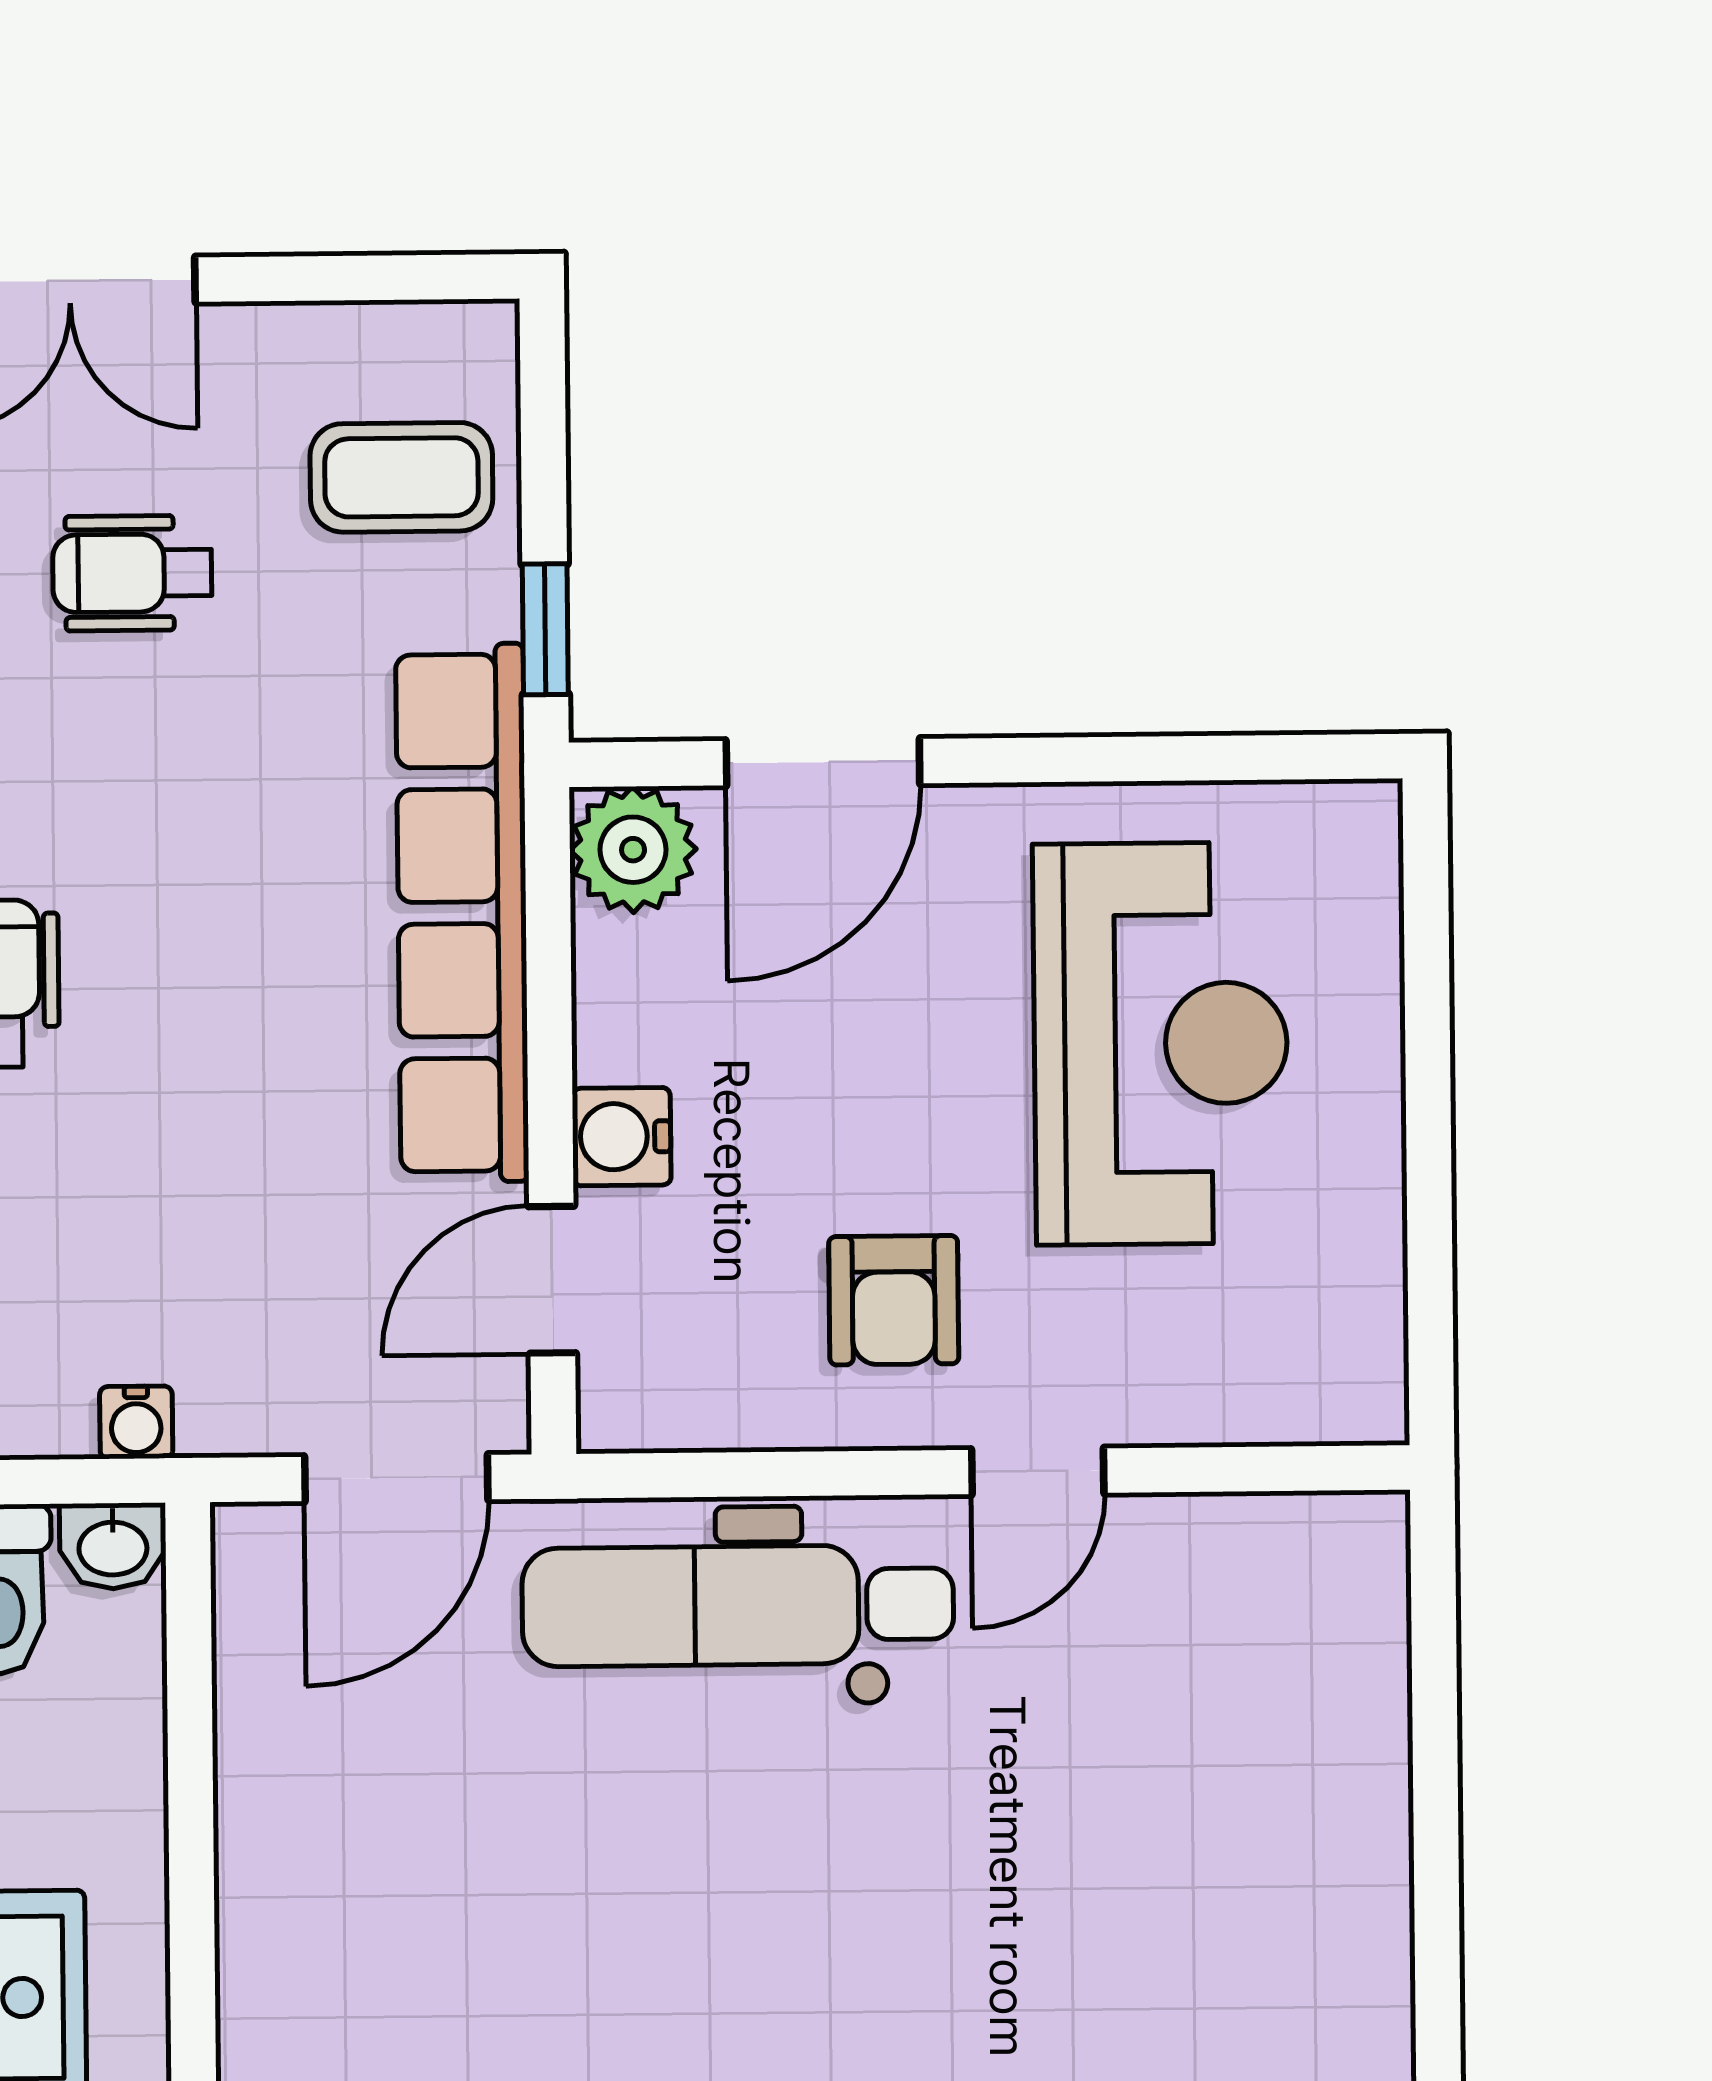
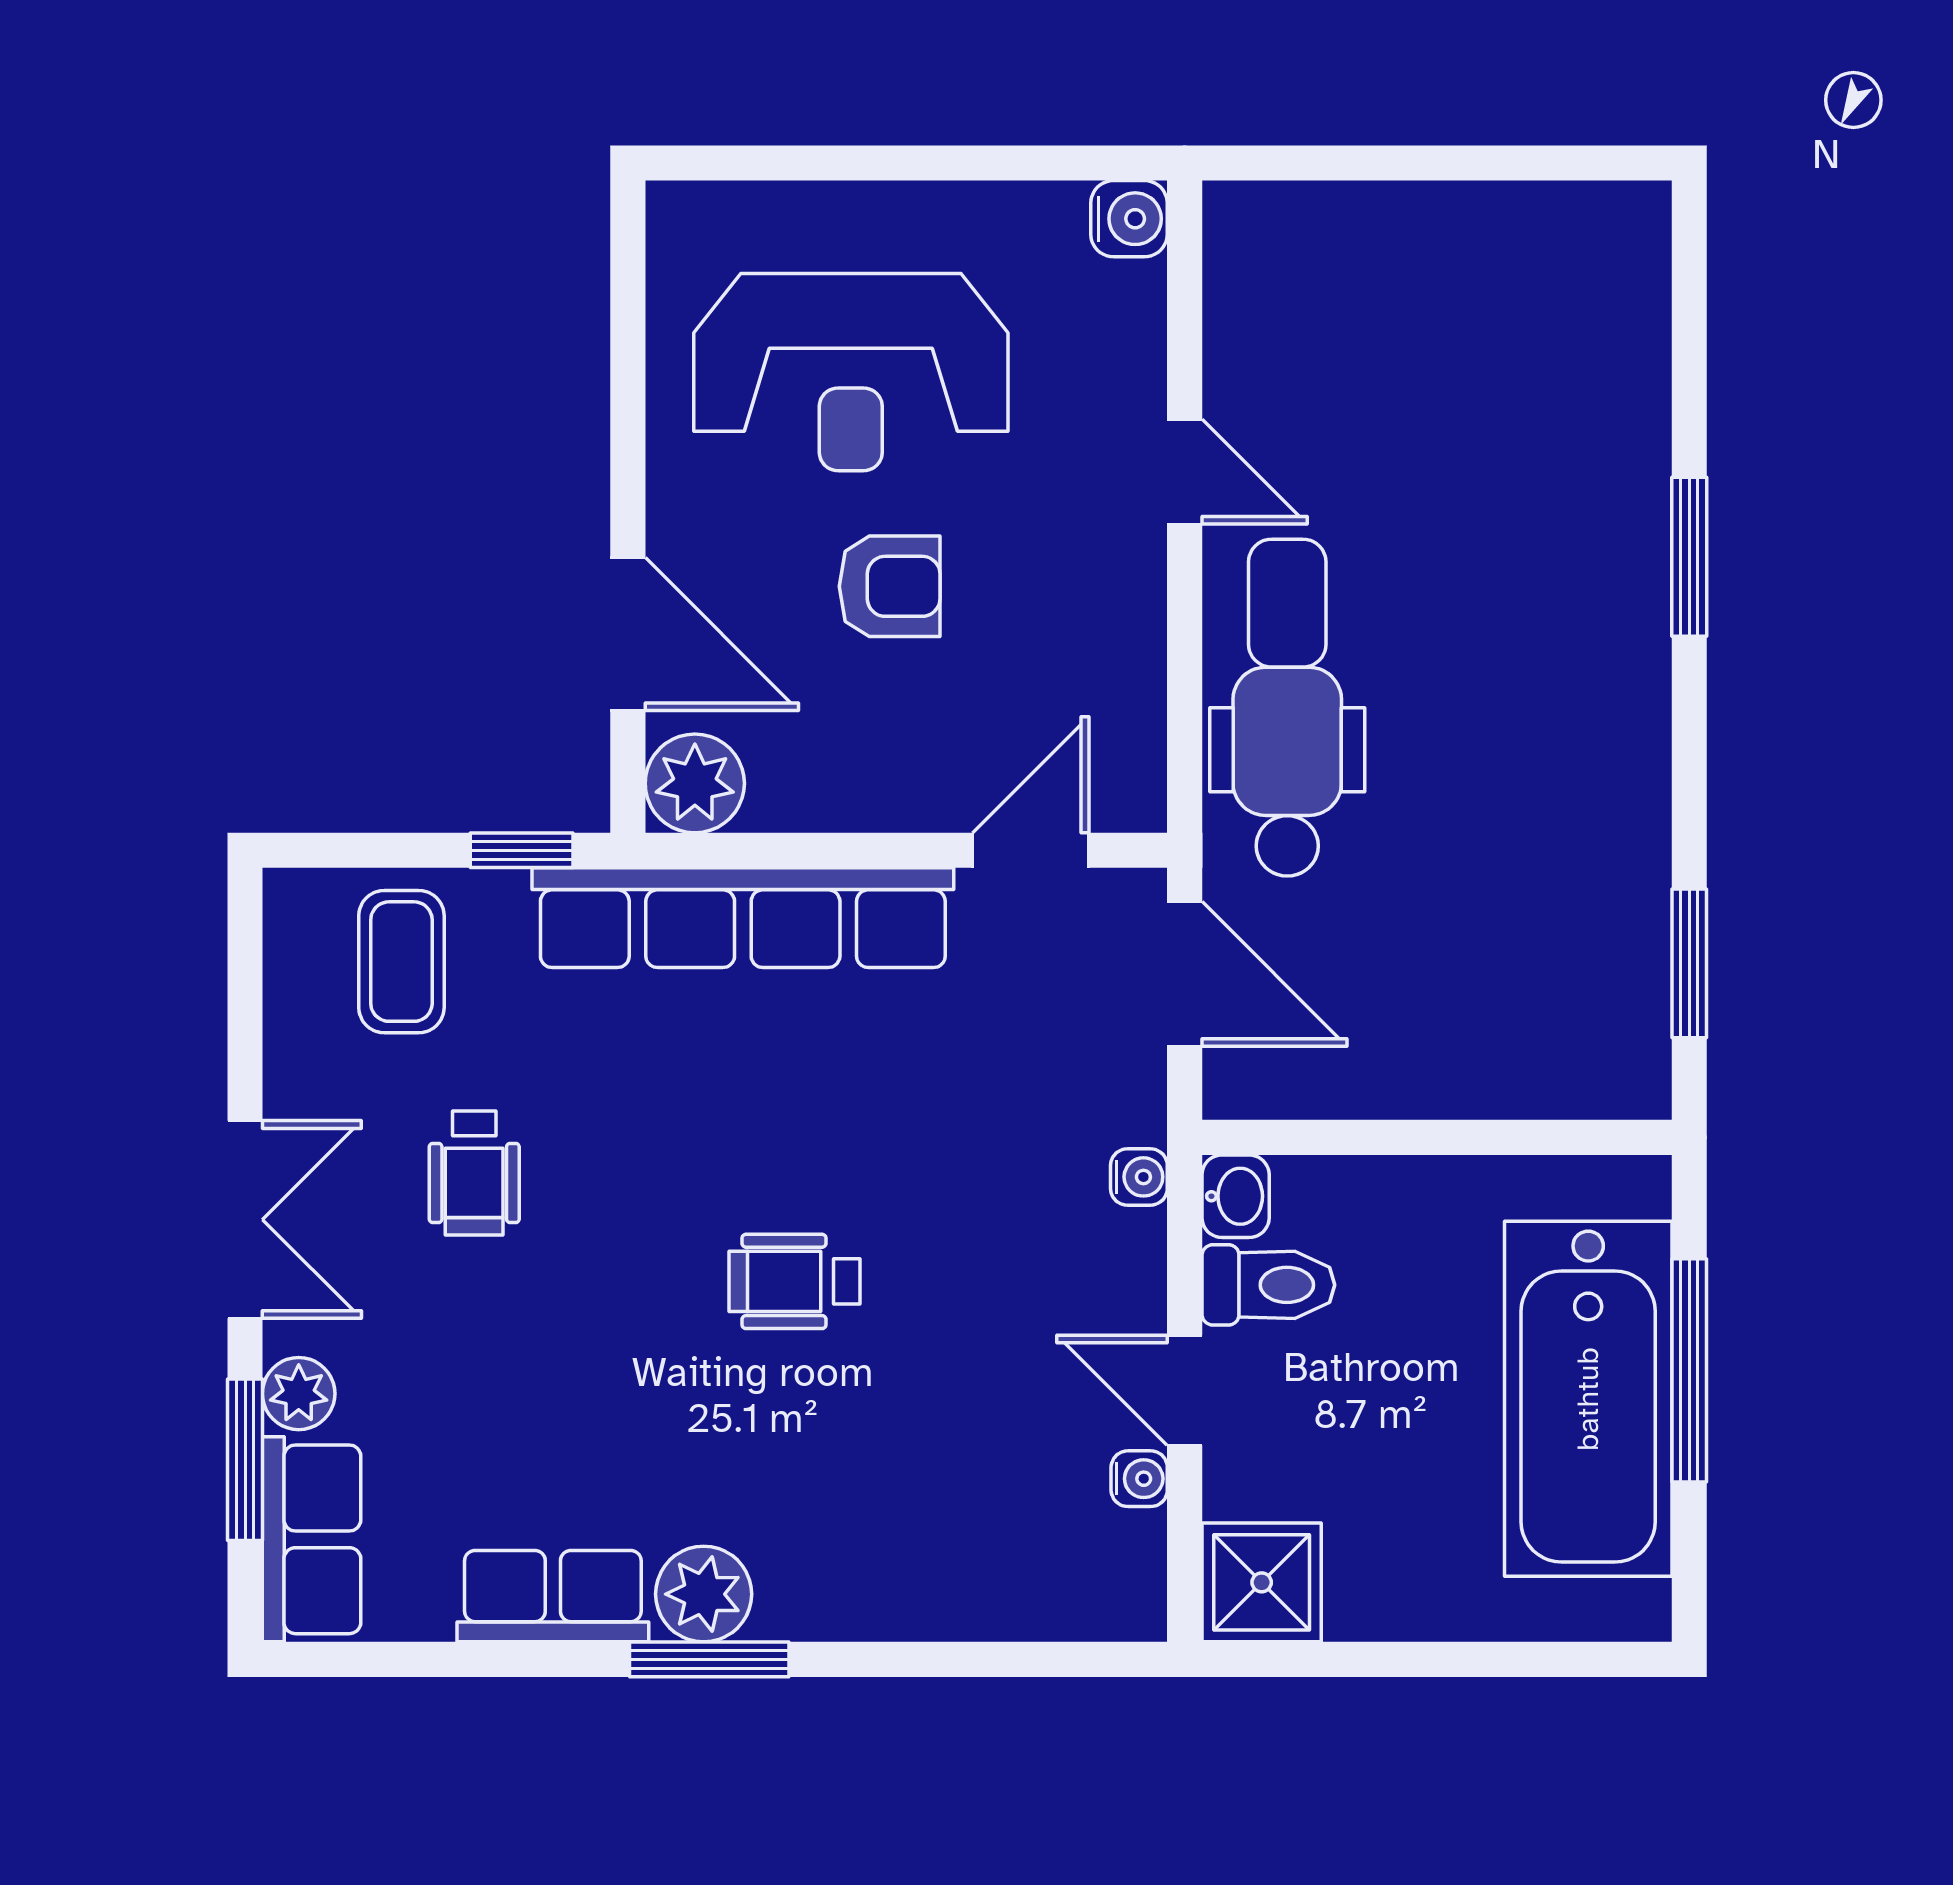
reception desk: (1161, 1044) -> (851, 372), turned 180
water cooler: (622, 1137) -> (1129, 219), moved, turned -90
door: (552, 1280) -> (1031, 850), swing flipped
armchair: (894, 1300) -> (890, 586), moved
dental chair: (738, 1606) -> (1287, 708), turned 180

